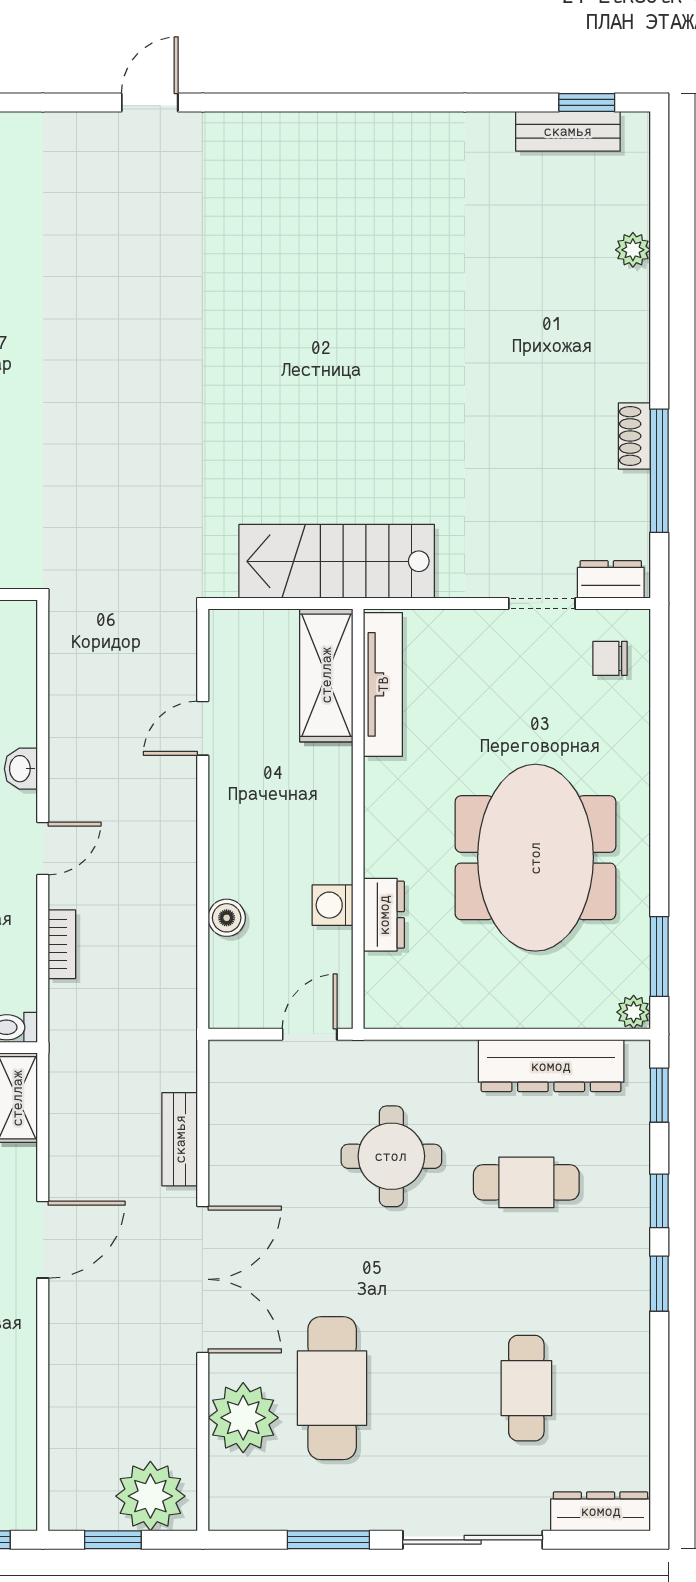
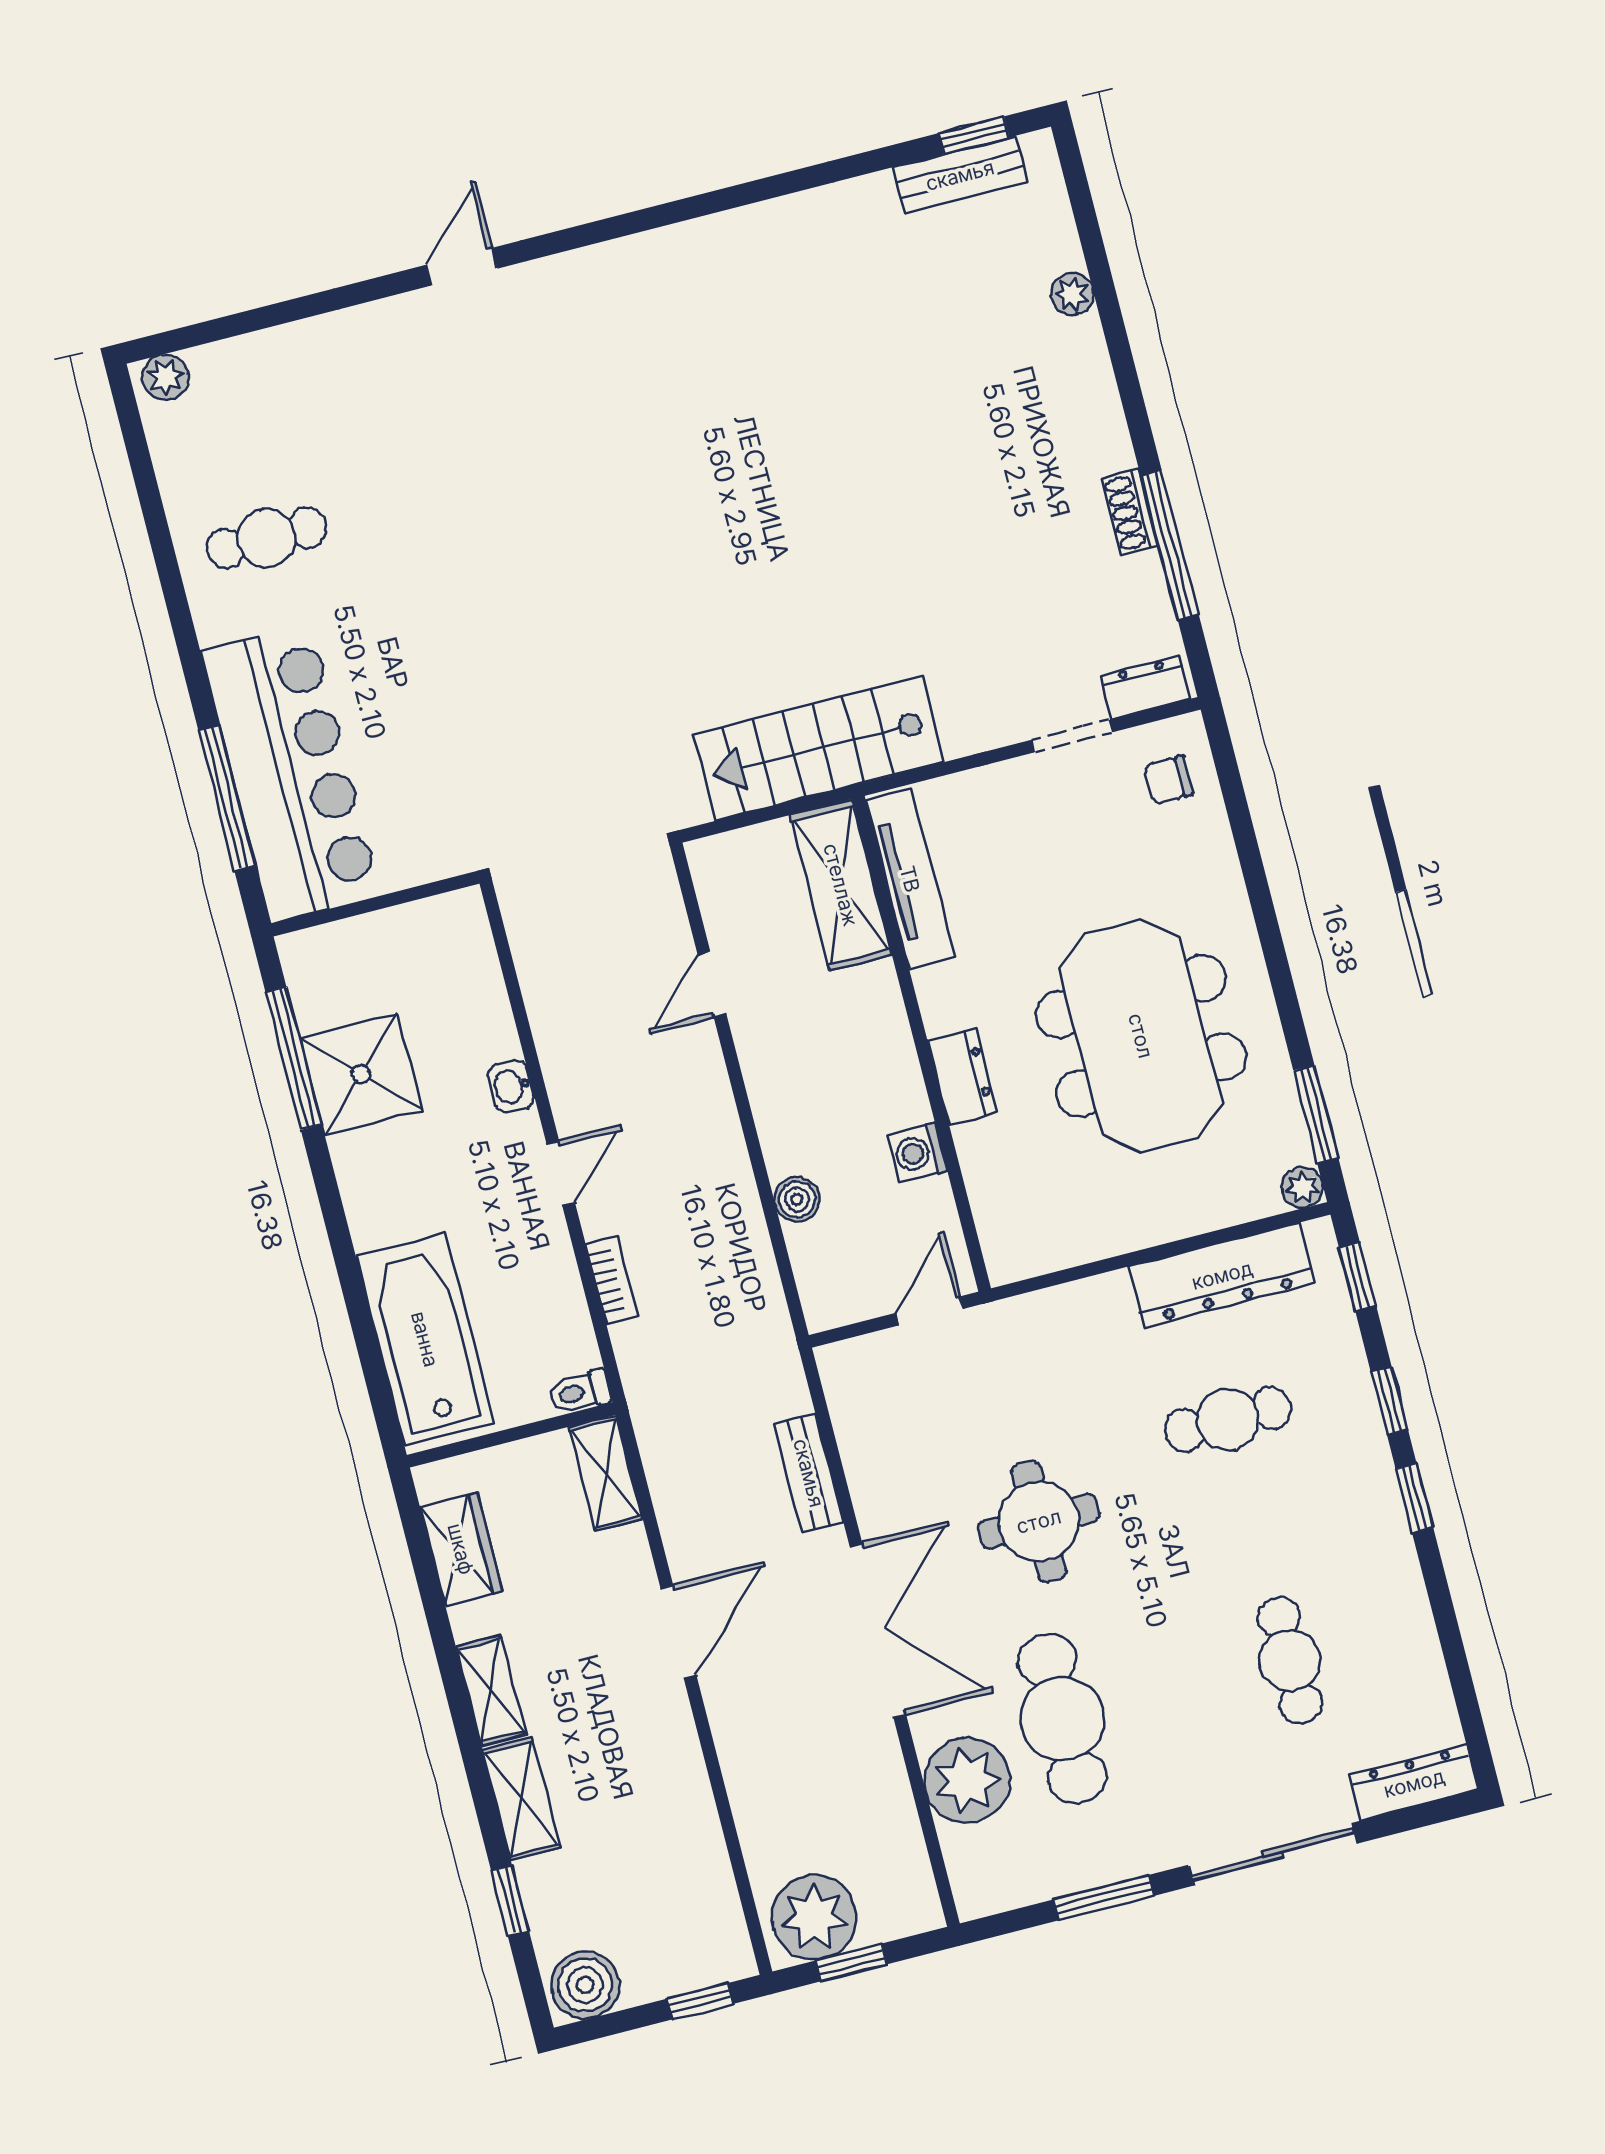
dresser: (384, 915) -> (962, 1076), moved
round table: (391, 1156) -> (1039, 1521), moved
plant: (150, 1496) -> (814, 1917), moved

